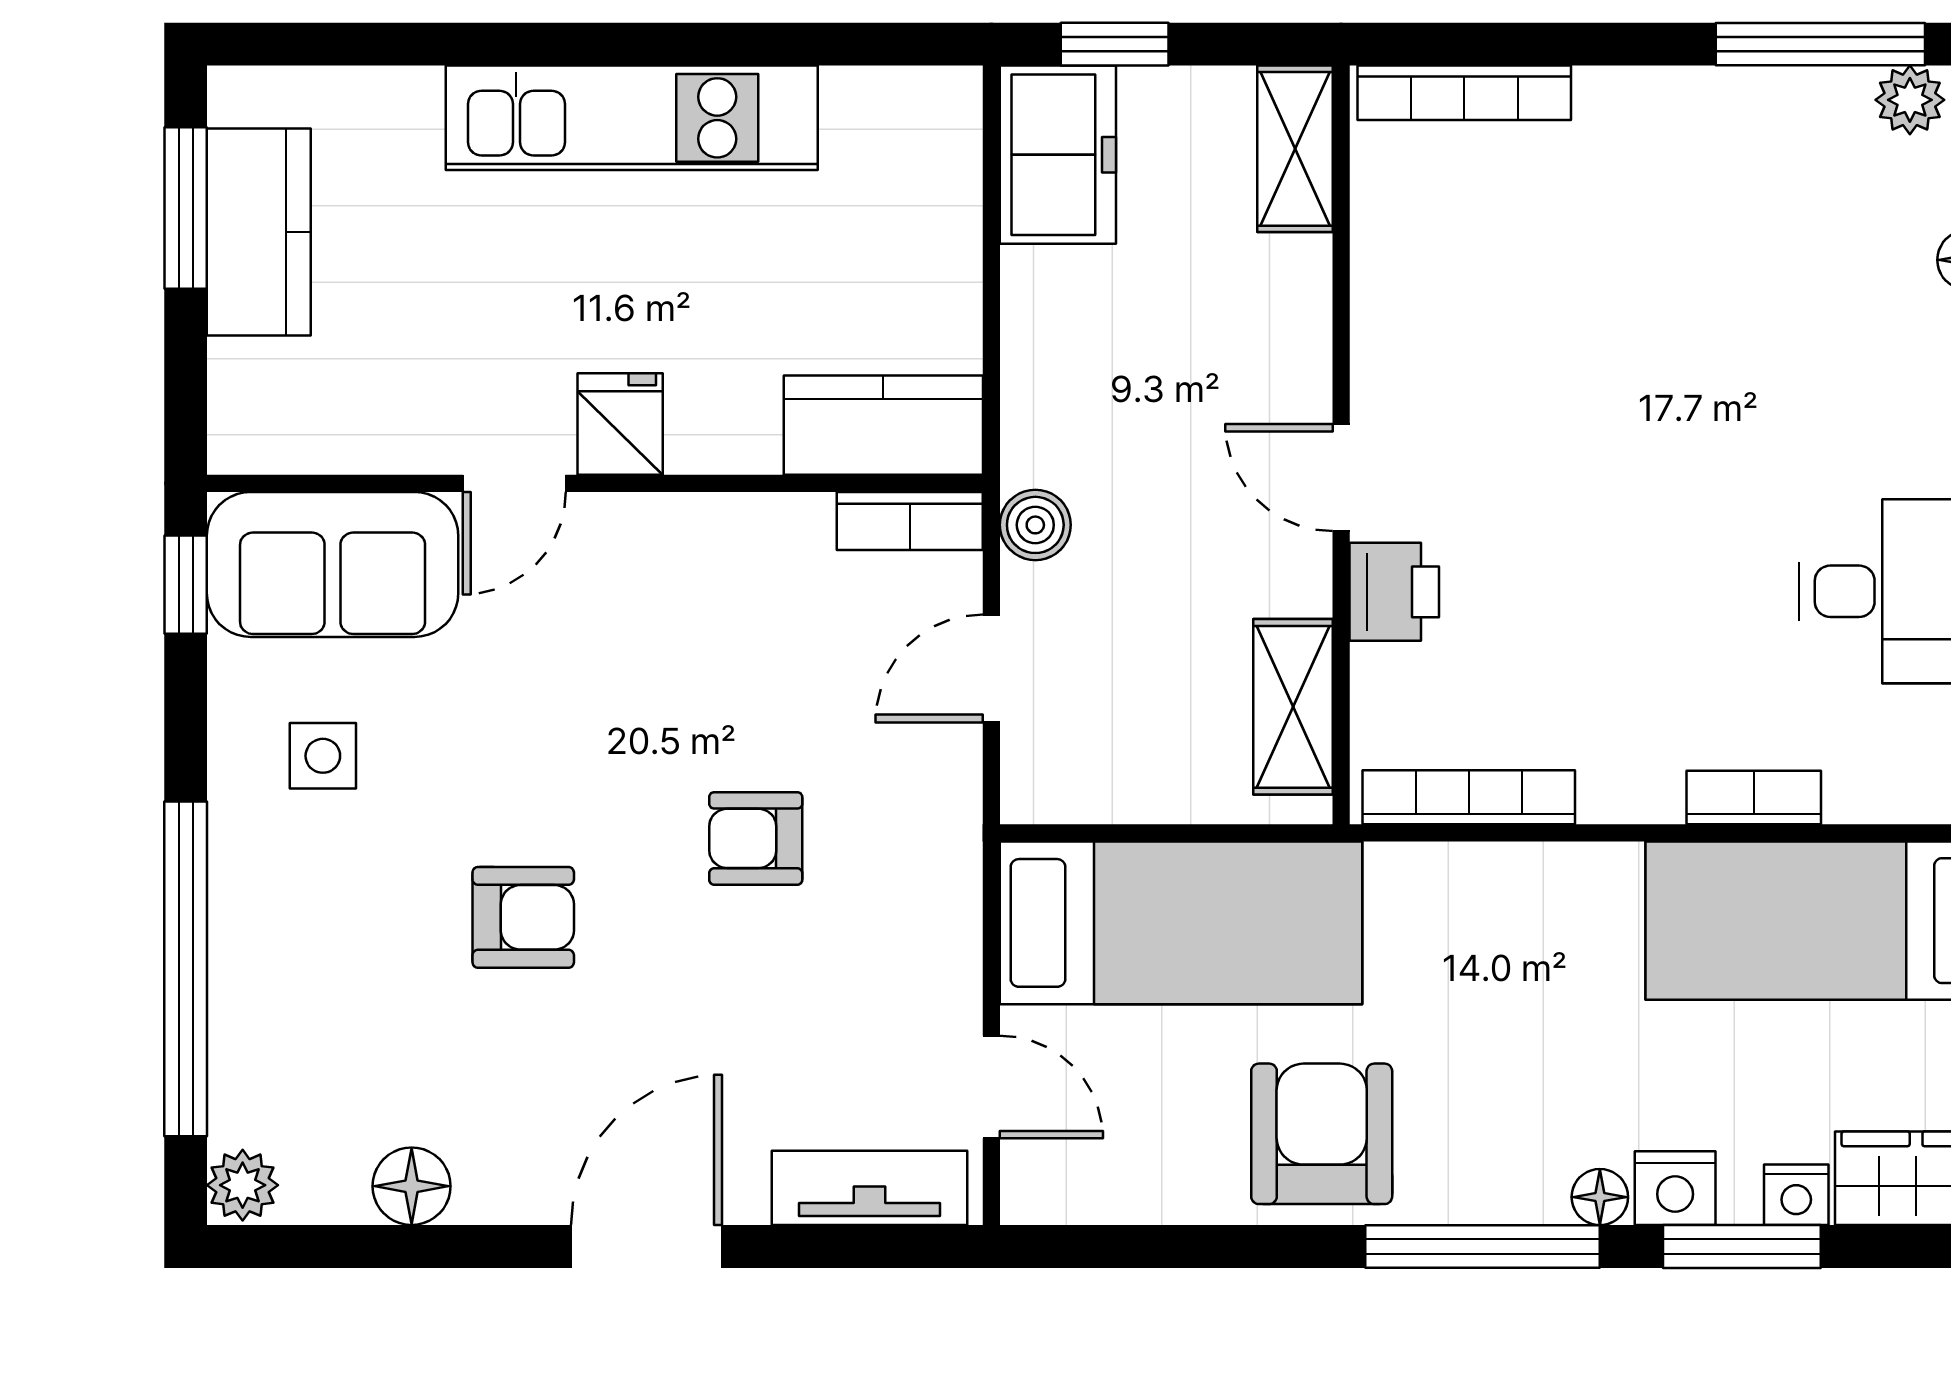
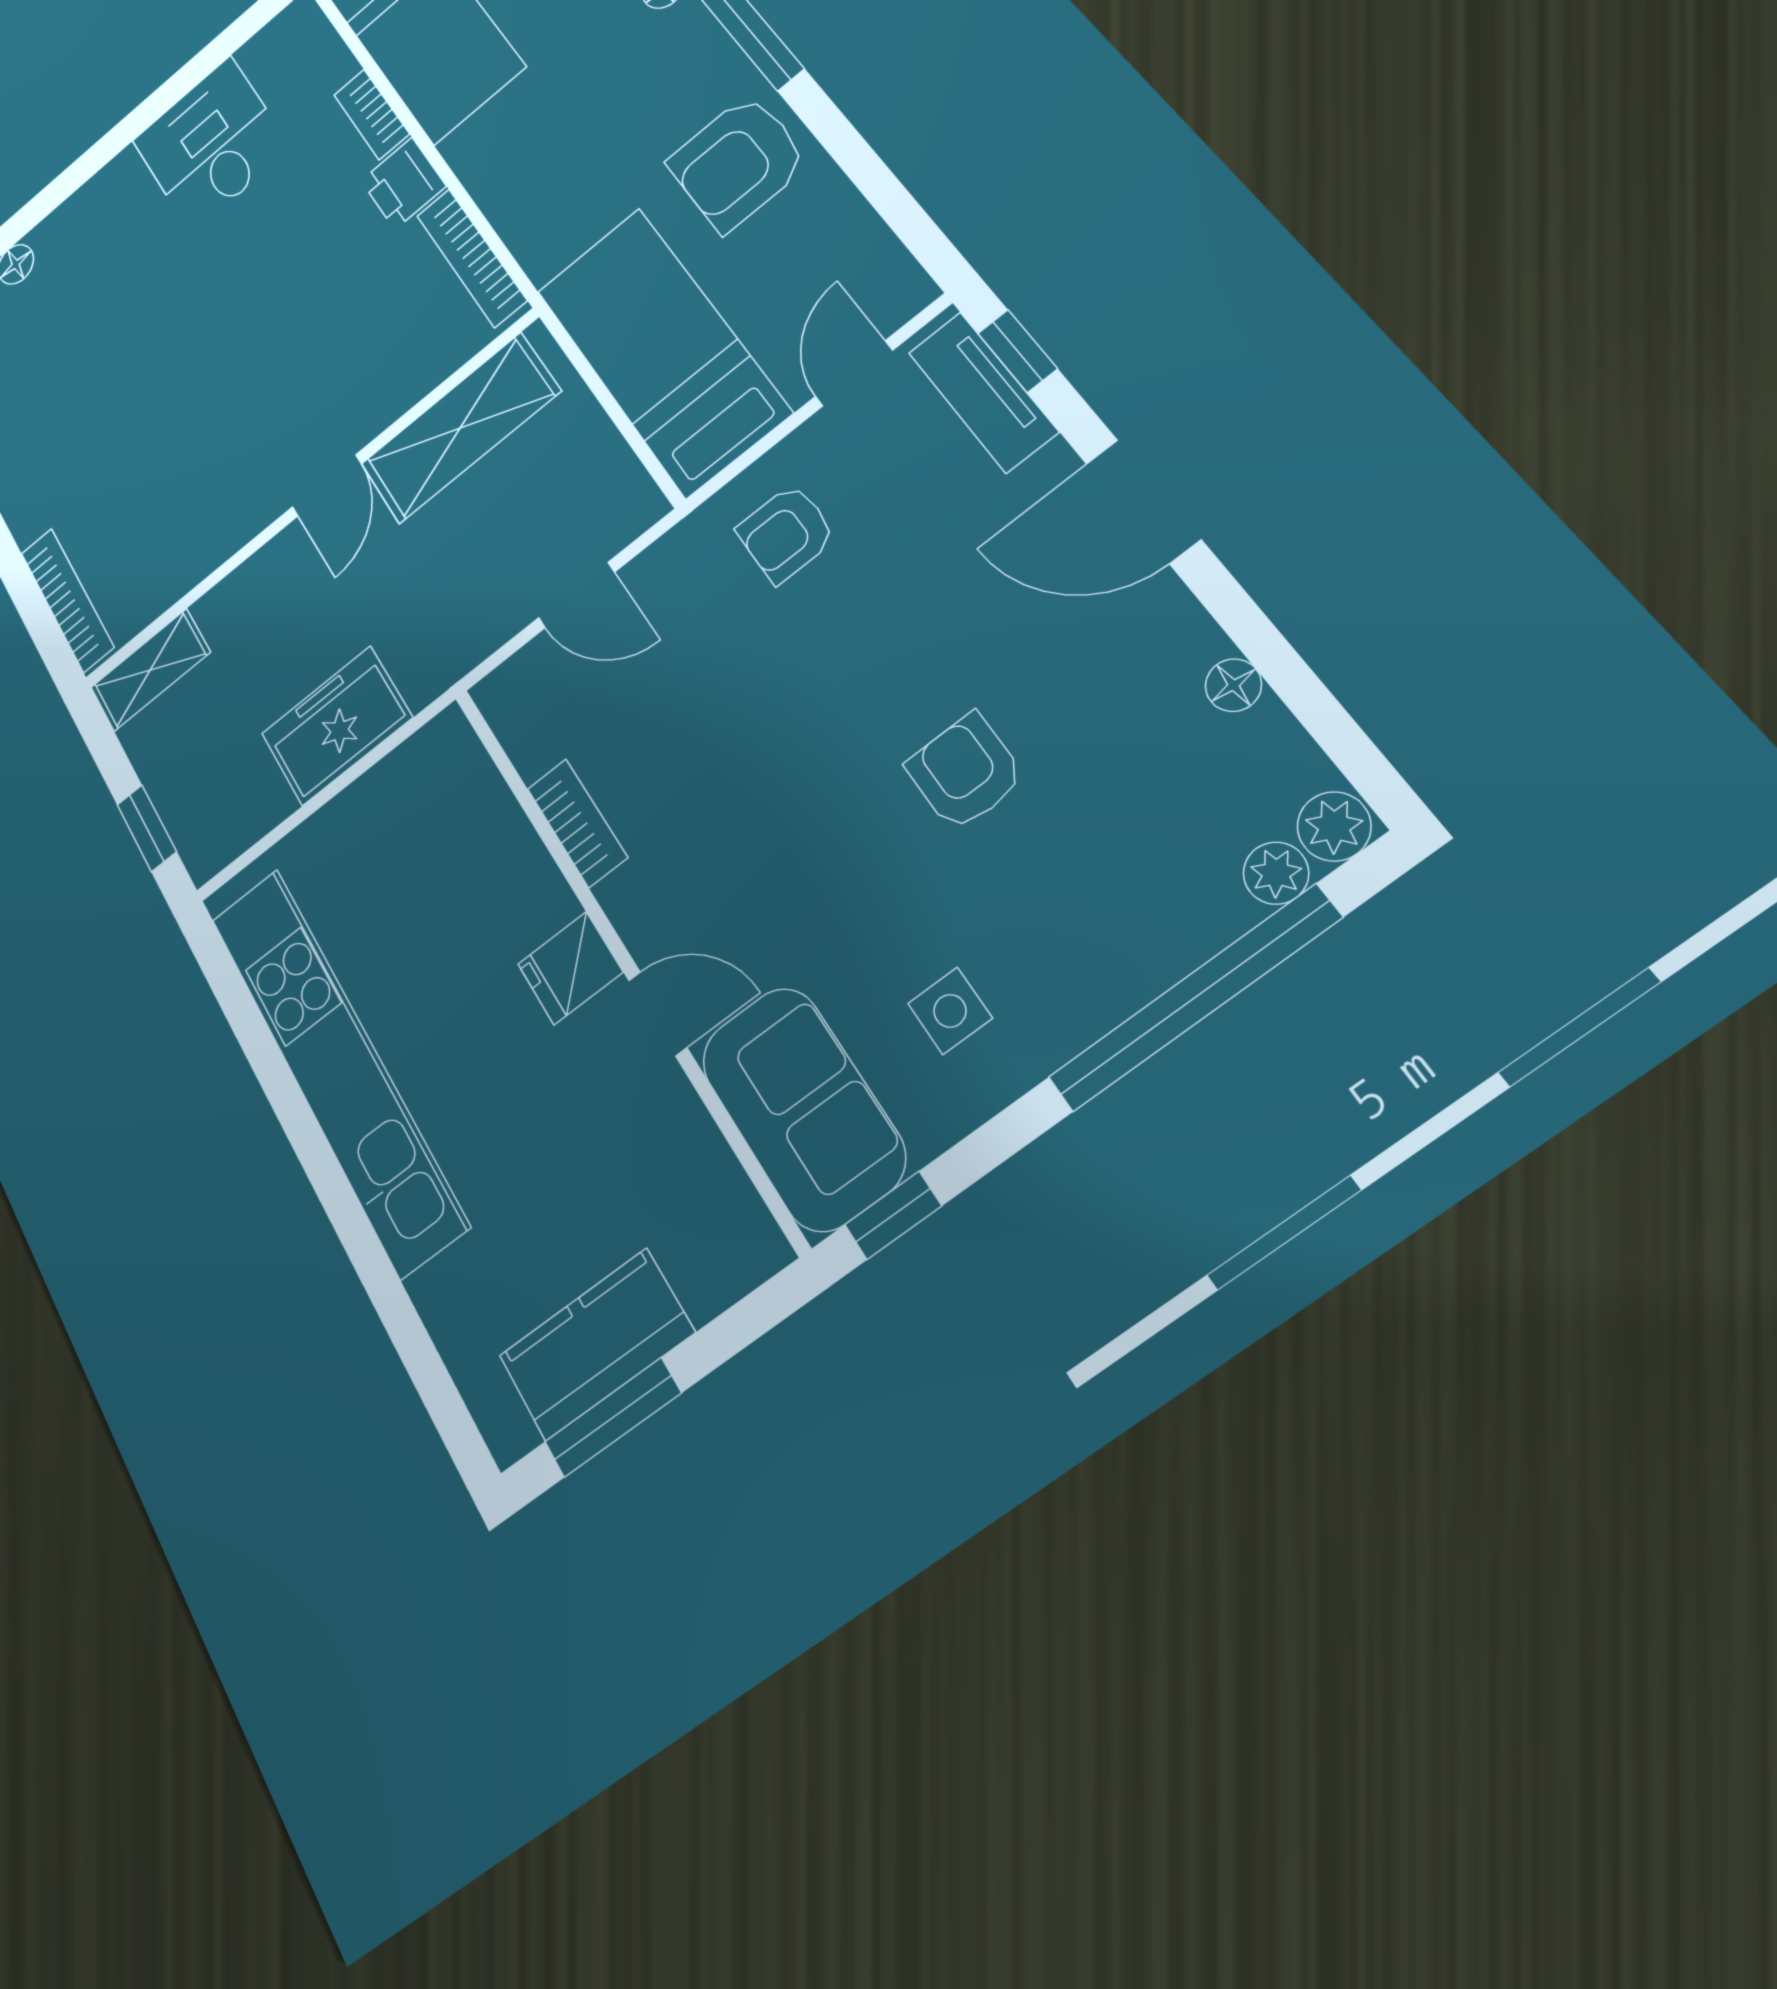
kitchen unit: (632, 118) -> (336, 1067), width x1.36
freezer: (1058, 155) -> (337, 726), moved
kitchen counter: (883, 425) -> (463, 788), removed
bookcase: (910, 521) -> (577, 823), moved
boiler: (1035, 525) -> (467, 641), removed
printer: (1394, 592) -> (403, 183), moved, turned -90
shelving: (1293, 707) -> (460, 428), width x1.50, depth x1.33
armchair: (756, 838) -> (786, 533), moved, turned 90
plant: (239, 1111) -> (1276, 873), added
floor lamp: (412, 1186) -> (1233, 685), width x0.73, depth x0.73
window: (883, 1246) -> (1018, 351), added

